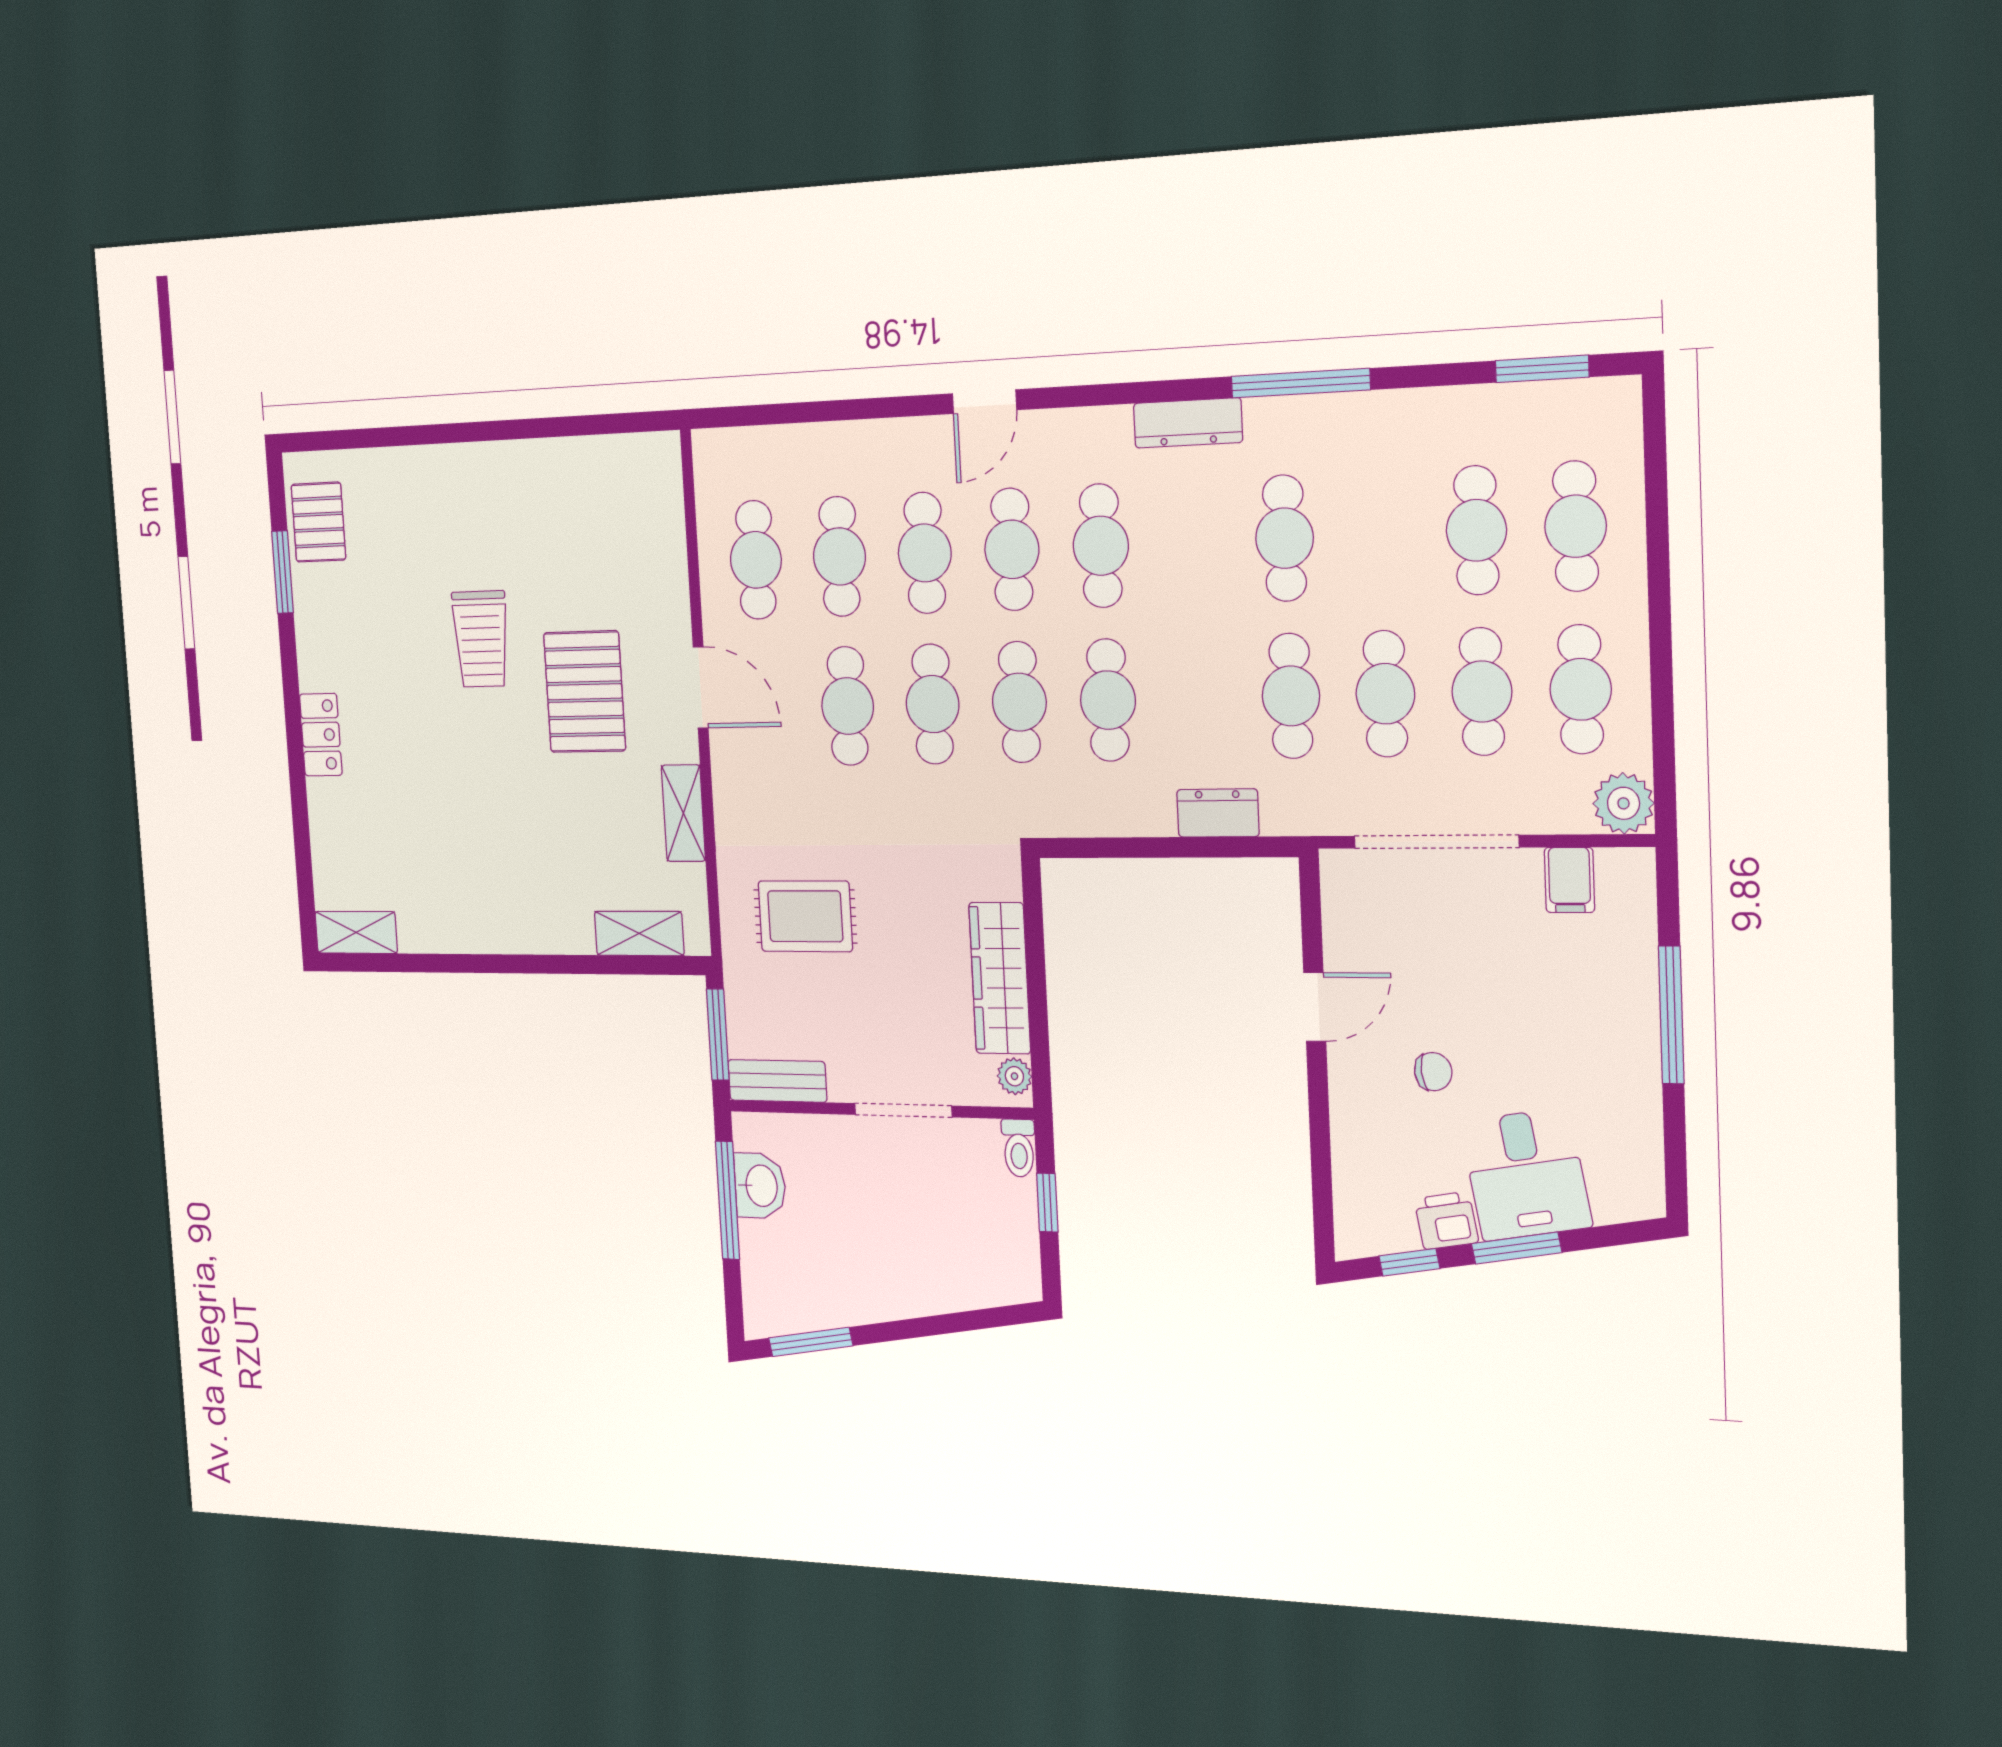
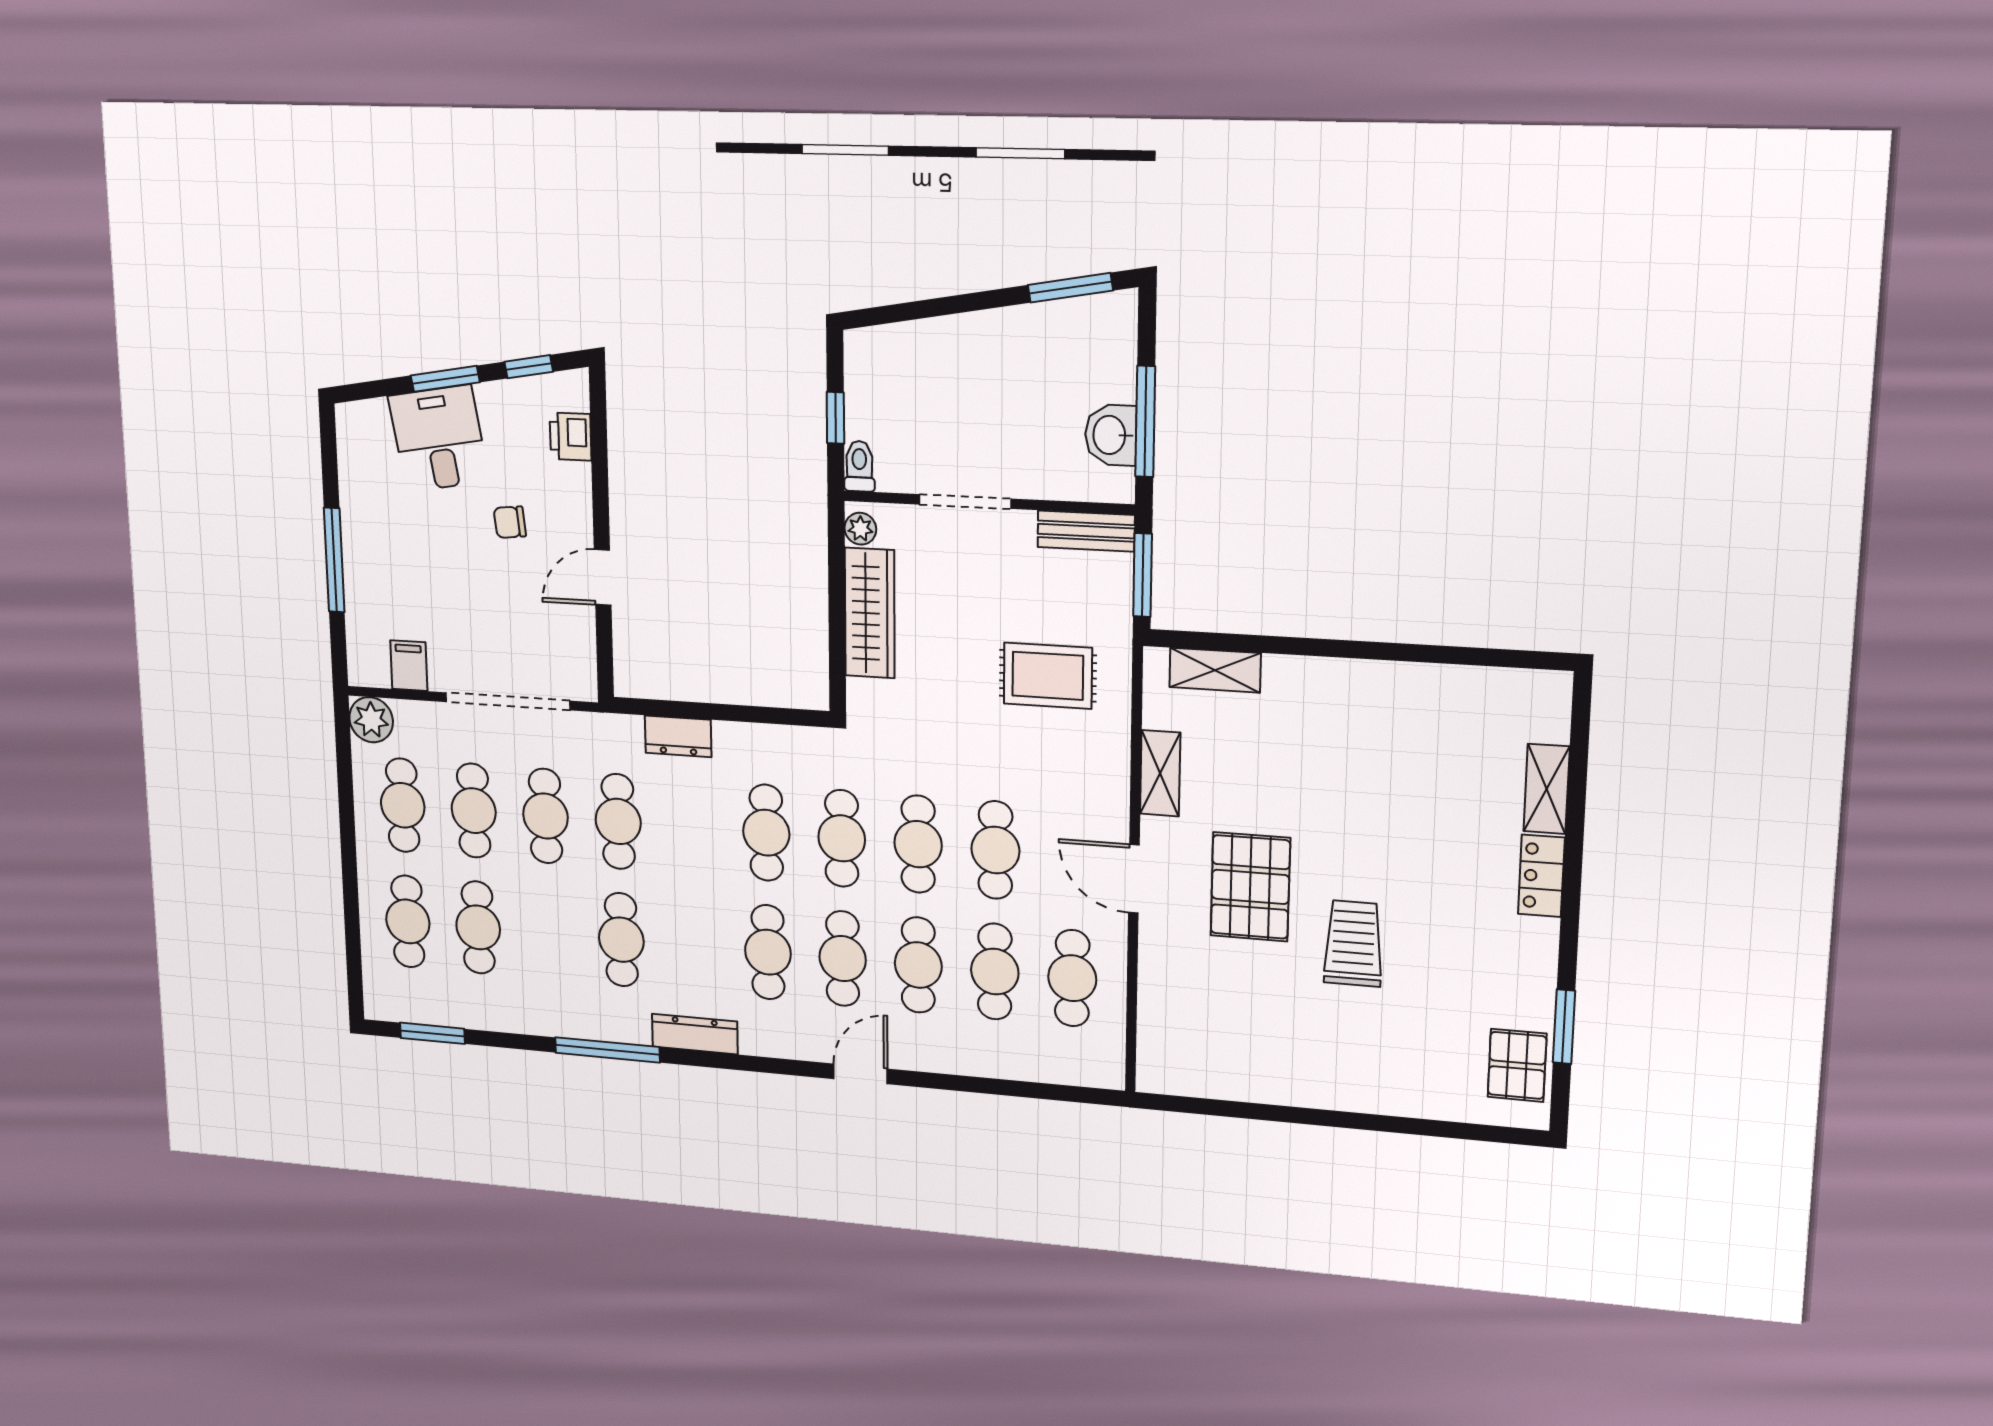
shelving: (356, 932) -> (1547, 789), moved, turned 90
printer: (1446, 1221) -> (571, 436), moved, turned 100

